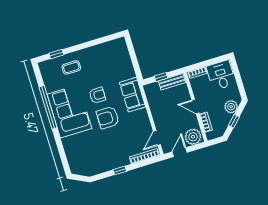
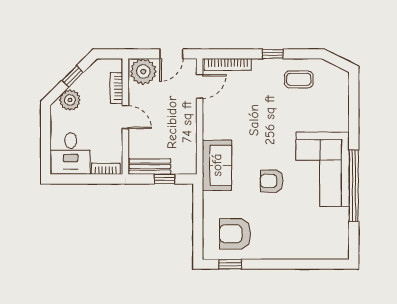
window: (56, 54) -> (230, 264), moved
coffee table: (71, 67) -> (299, 79), moved
armchair: (108, 118) -> (235, 234), moved, turned 180

